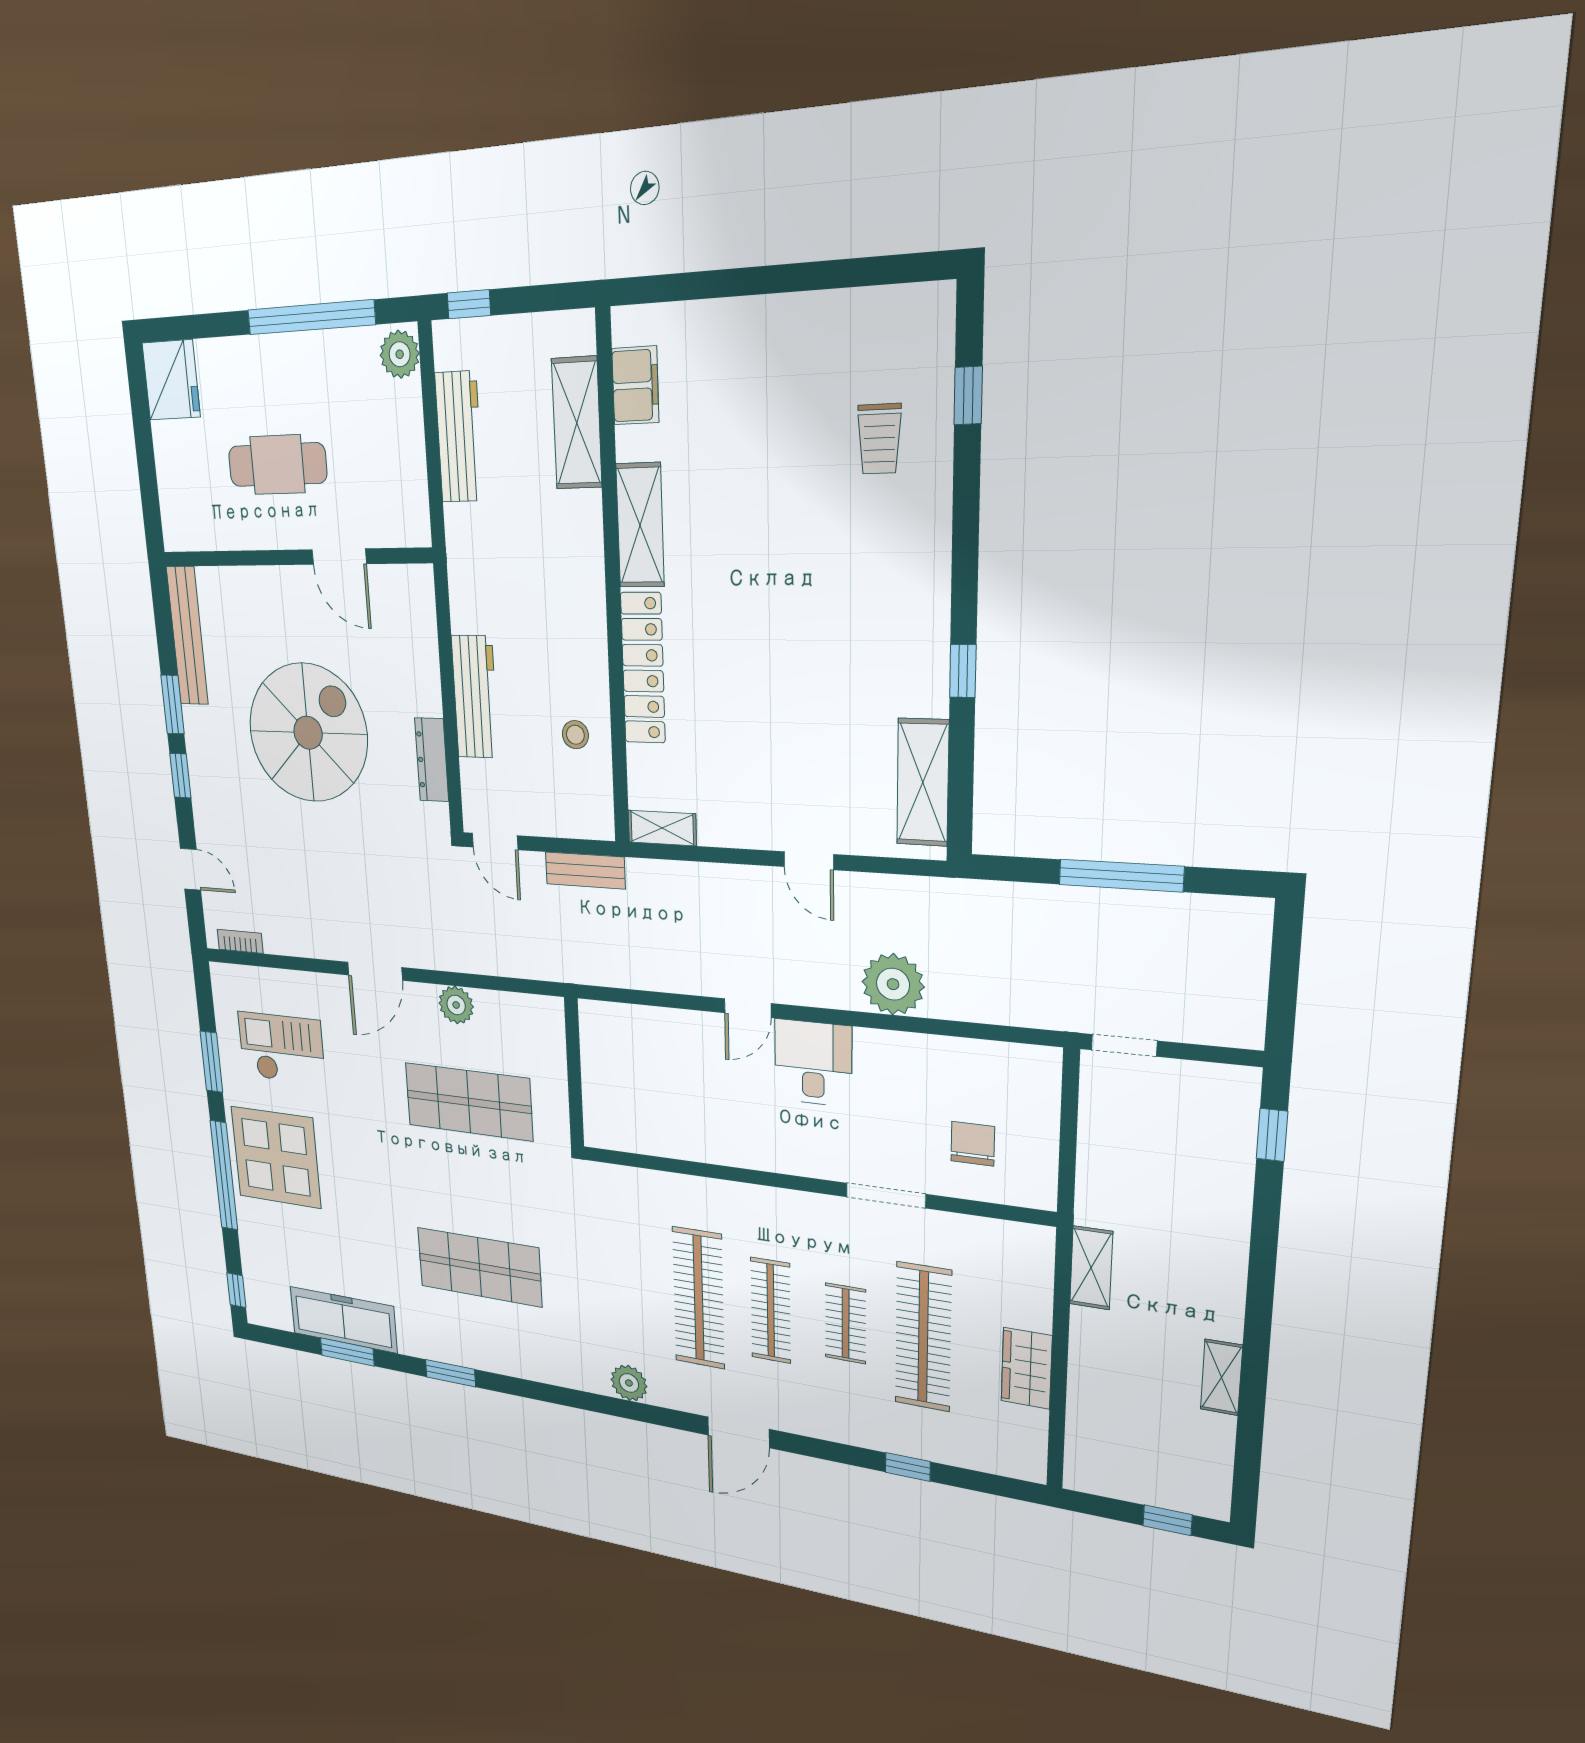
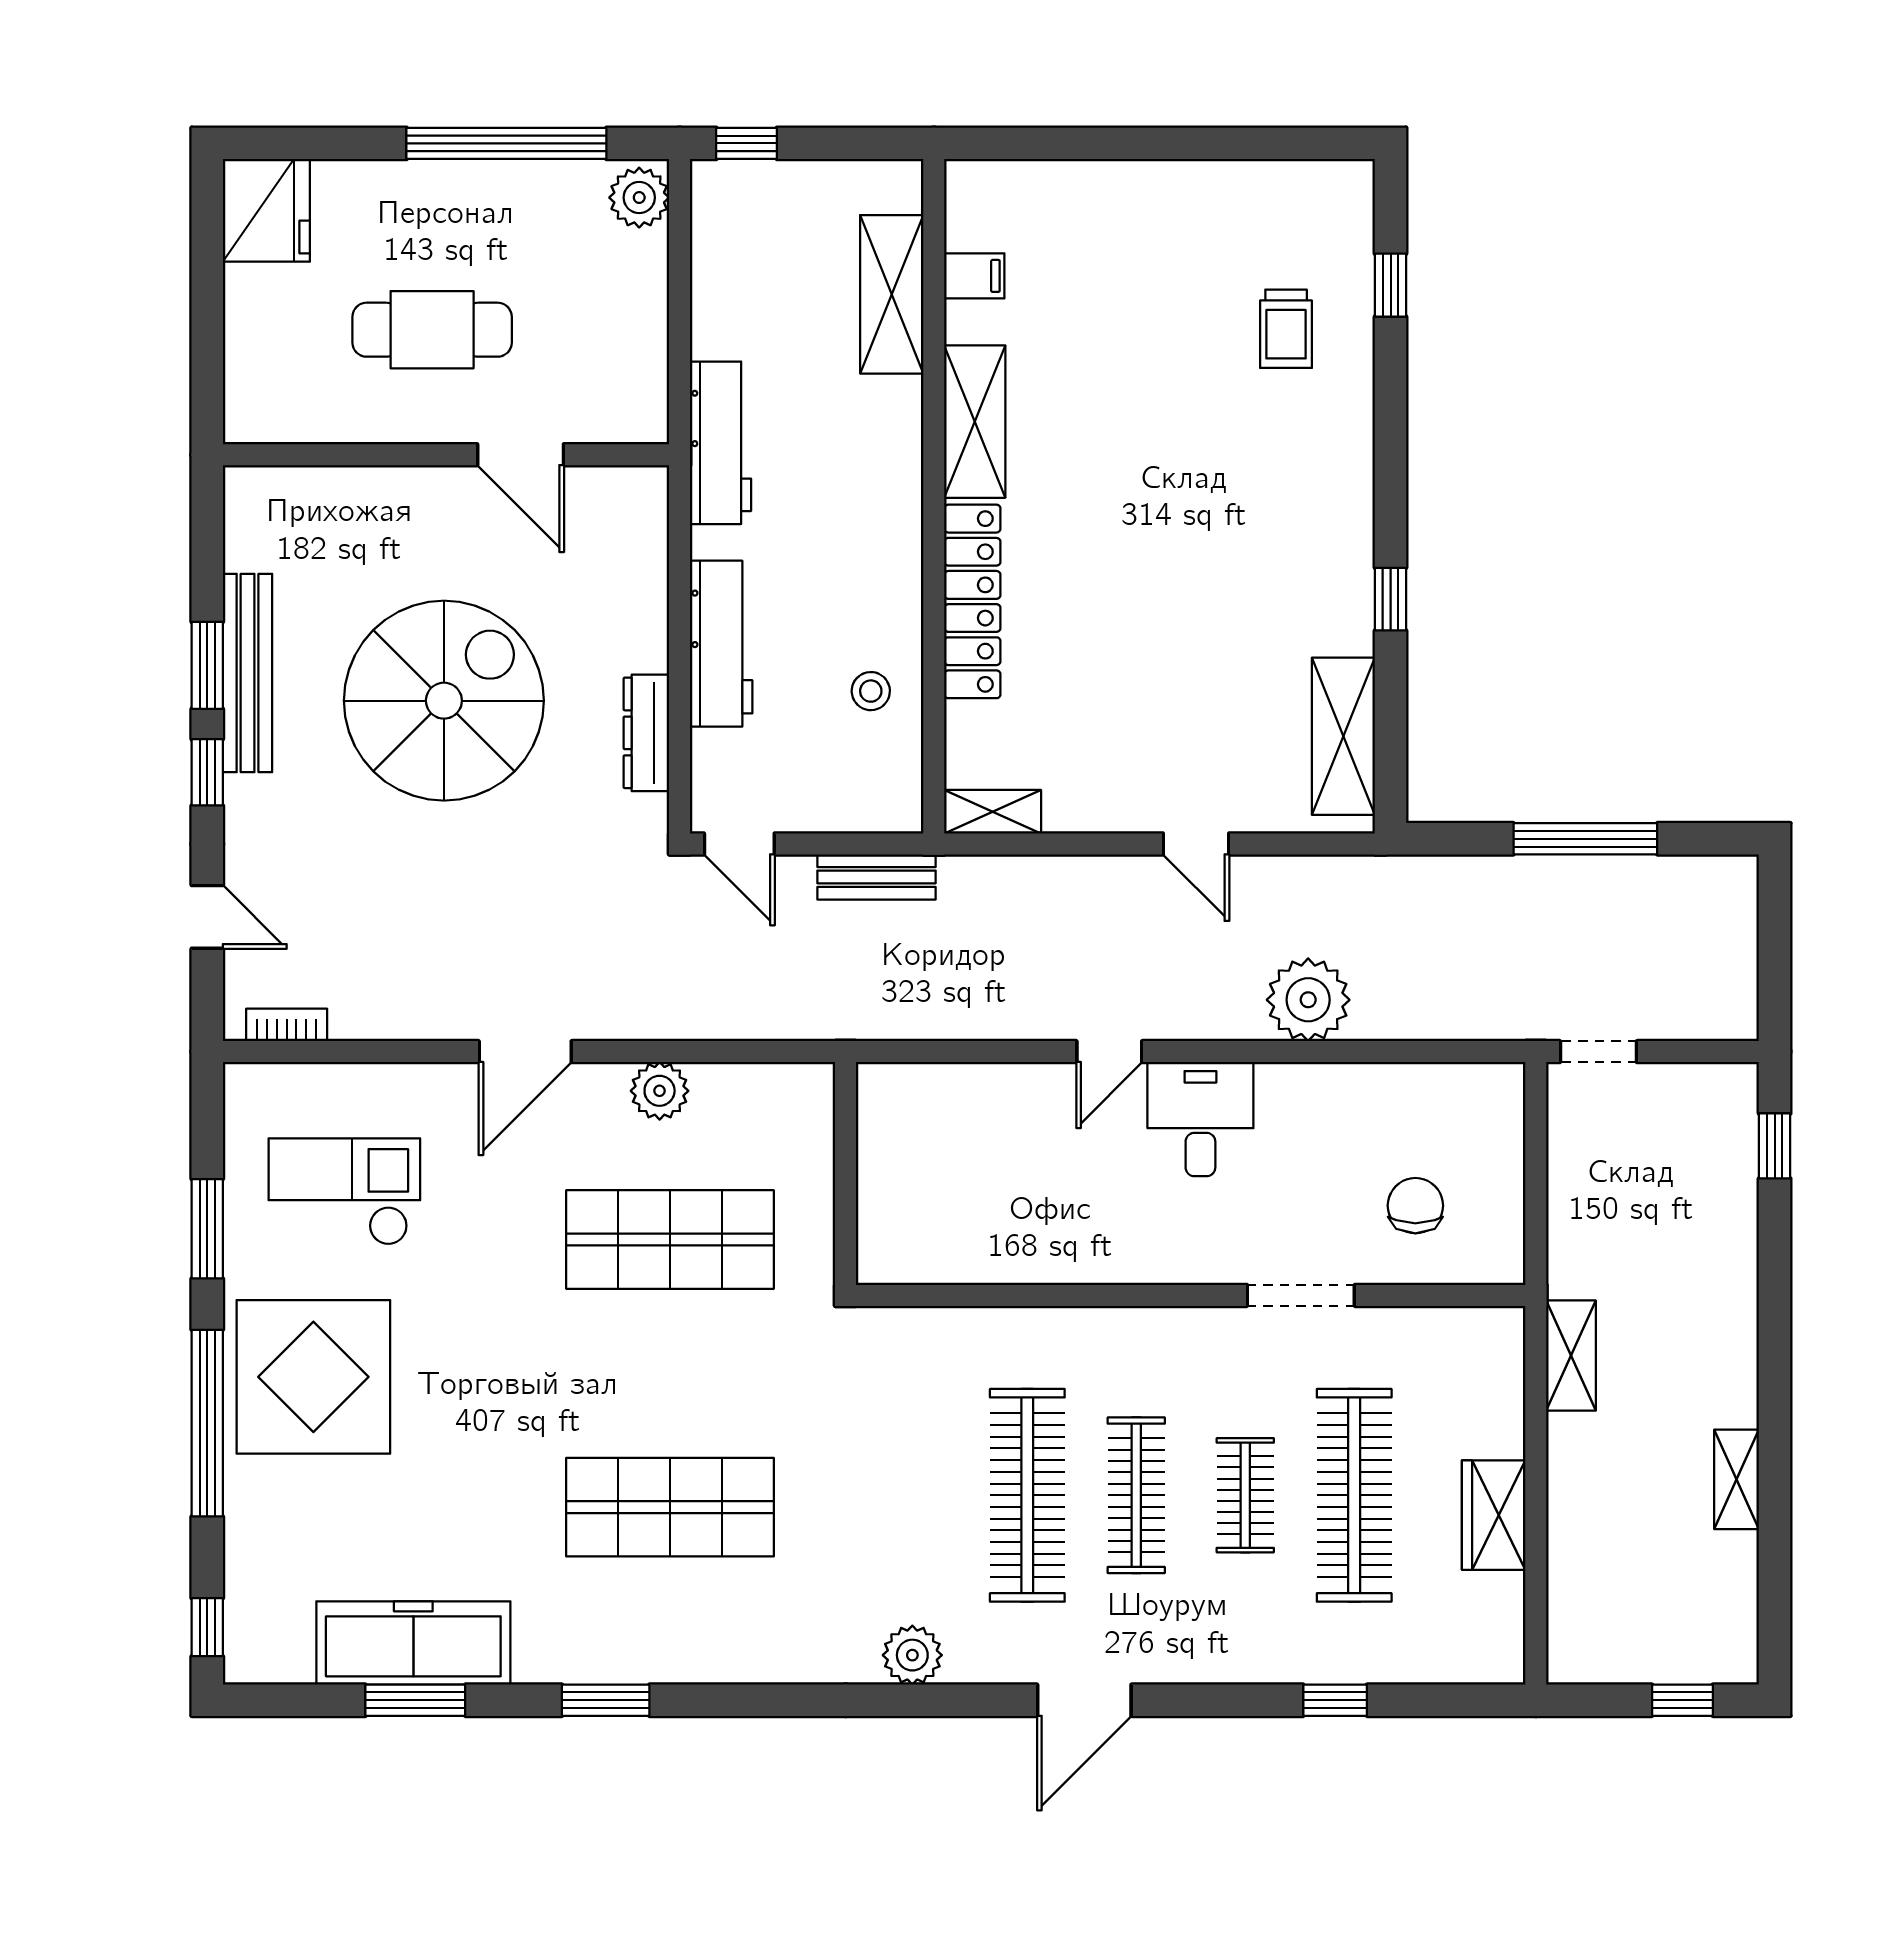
filing cabinet: (635, 386) -> (974, 276), width x0.50
workbench: (459, 437) -> (720, 443), moved
bench: (187, 636) -> (248, 673), moved

